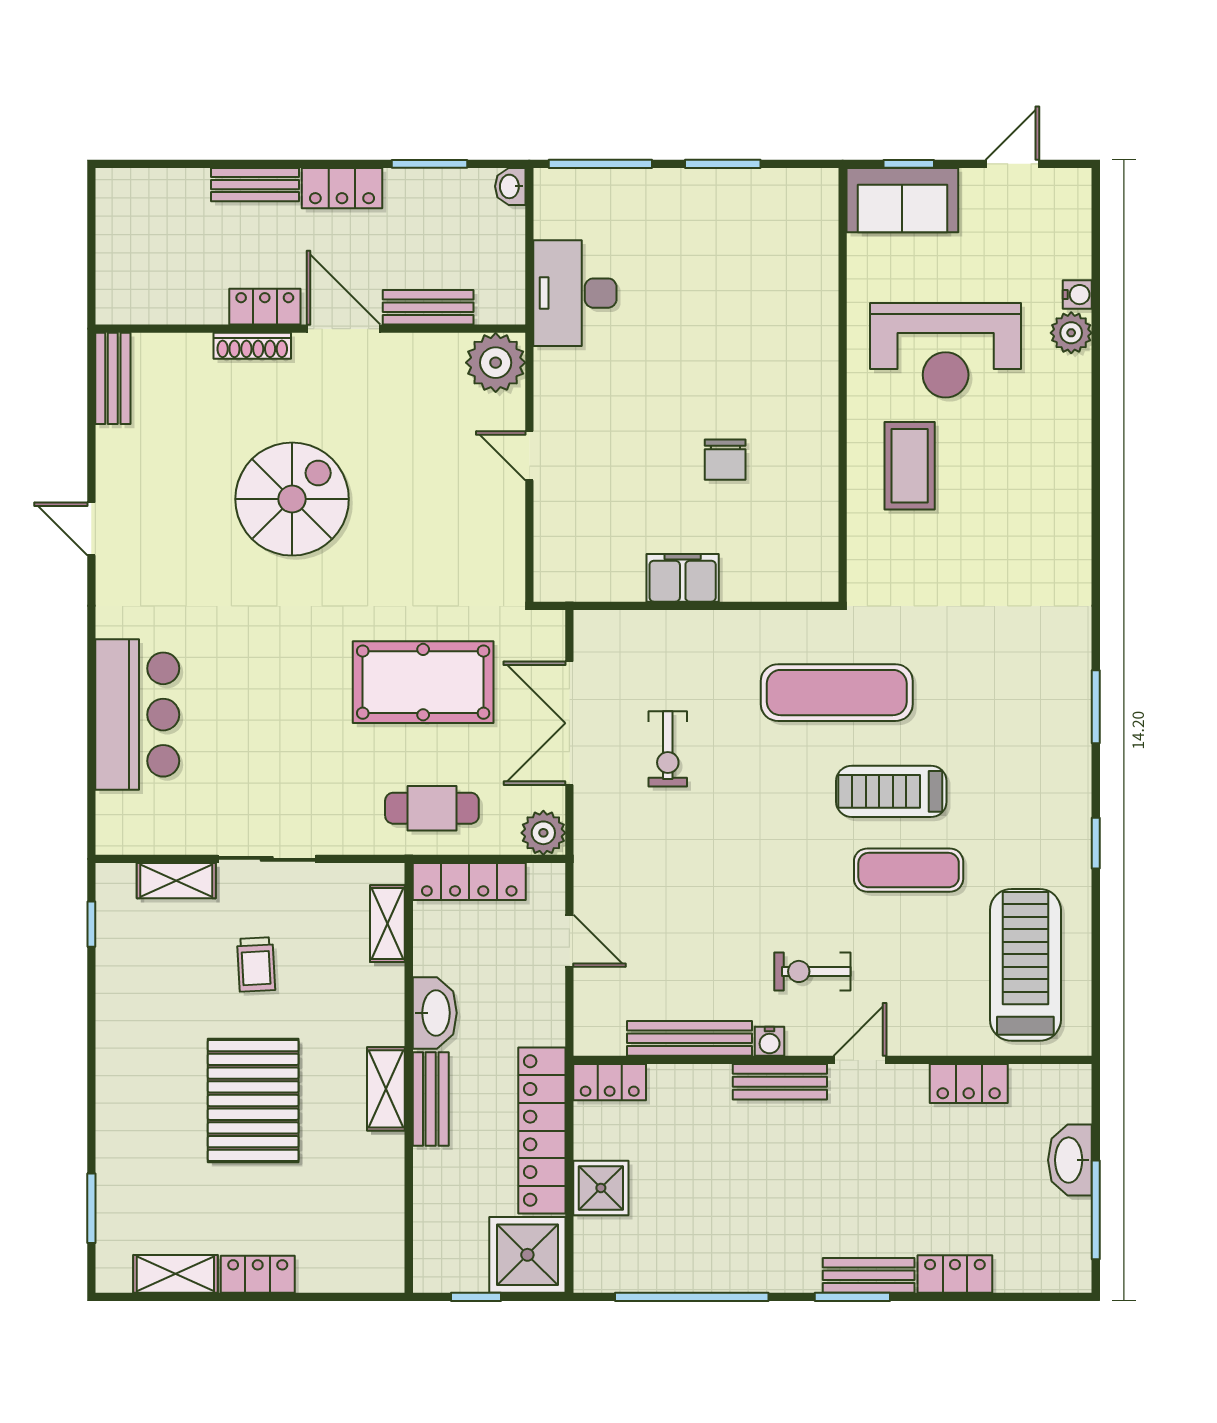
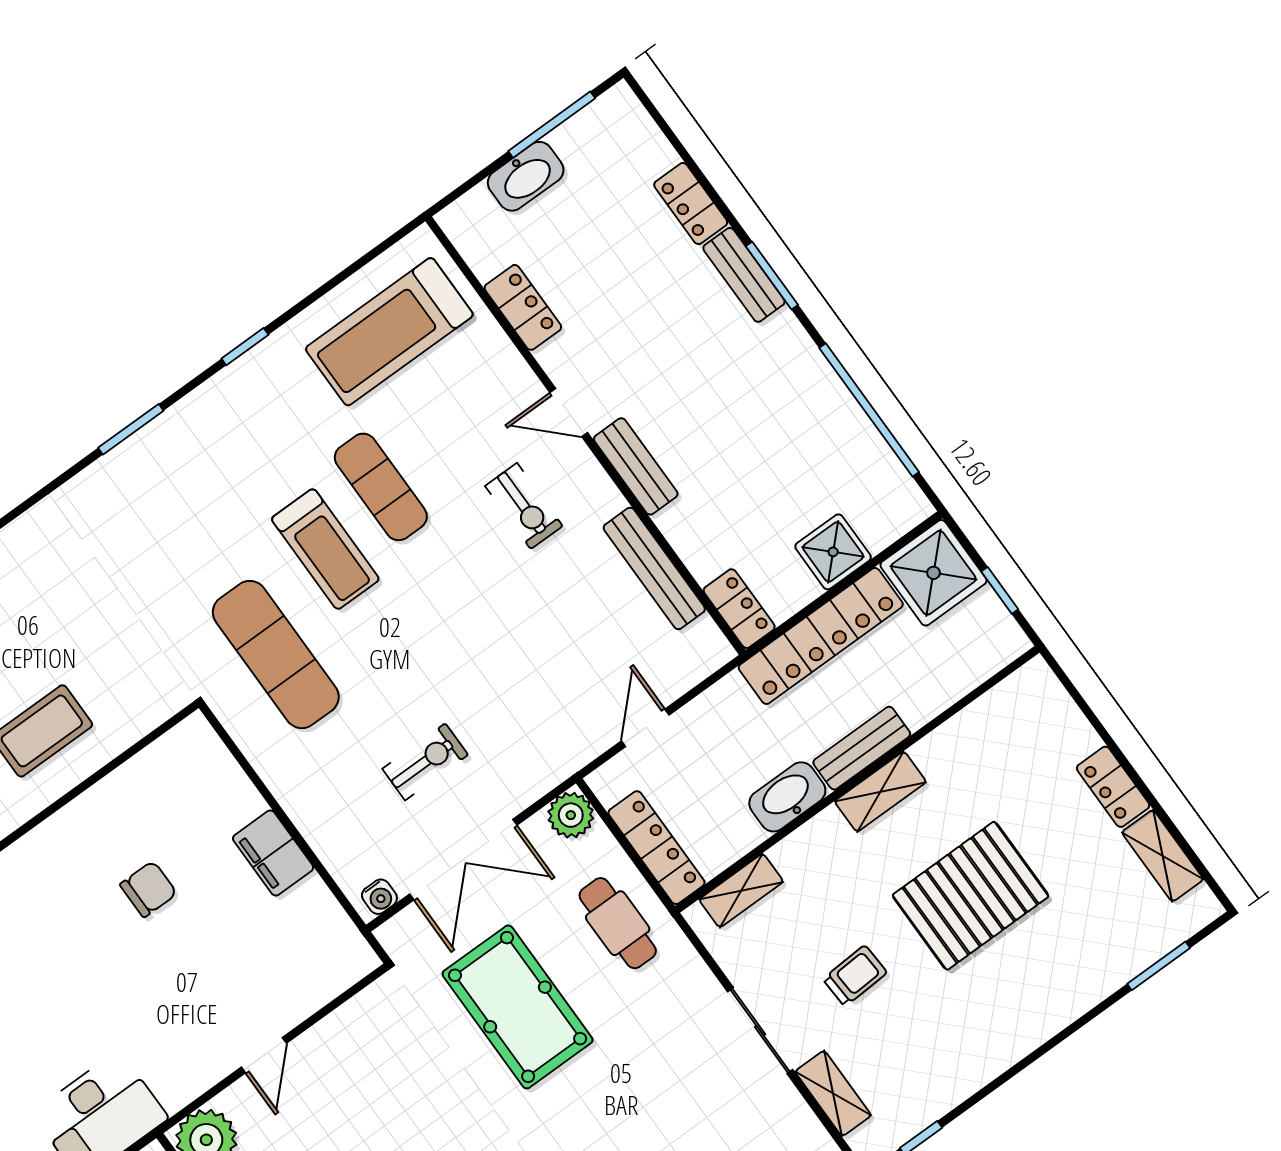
water cooler: (770, 1041) -> (379, 897), moved, turned 90

